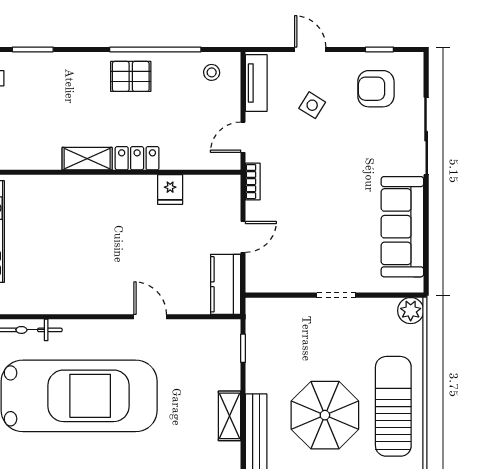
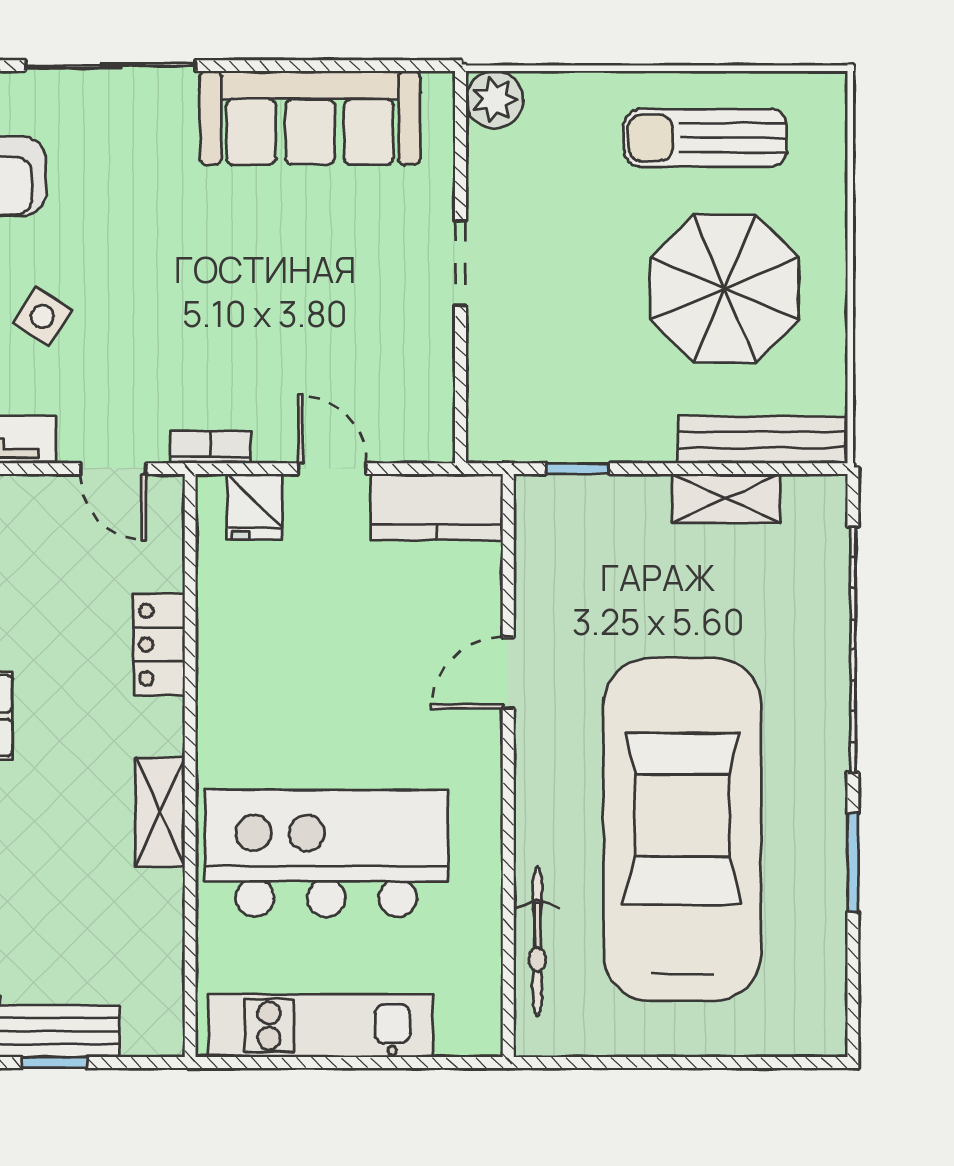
locker: (137, 158) -> (159, 645), moved
fridge: (170, 190) -> (255, 507), moved, turned 90
kitchen island: (68, 234) -> (326, 853), added
sun lounger: (393, 406) -> (705, 138), width x0.73, depth x0.75

